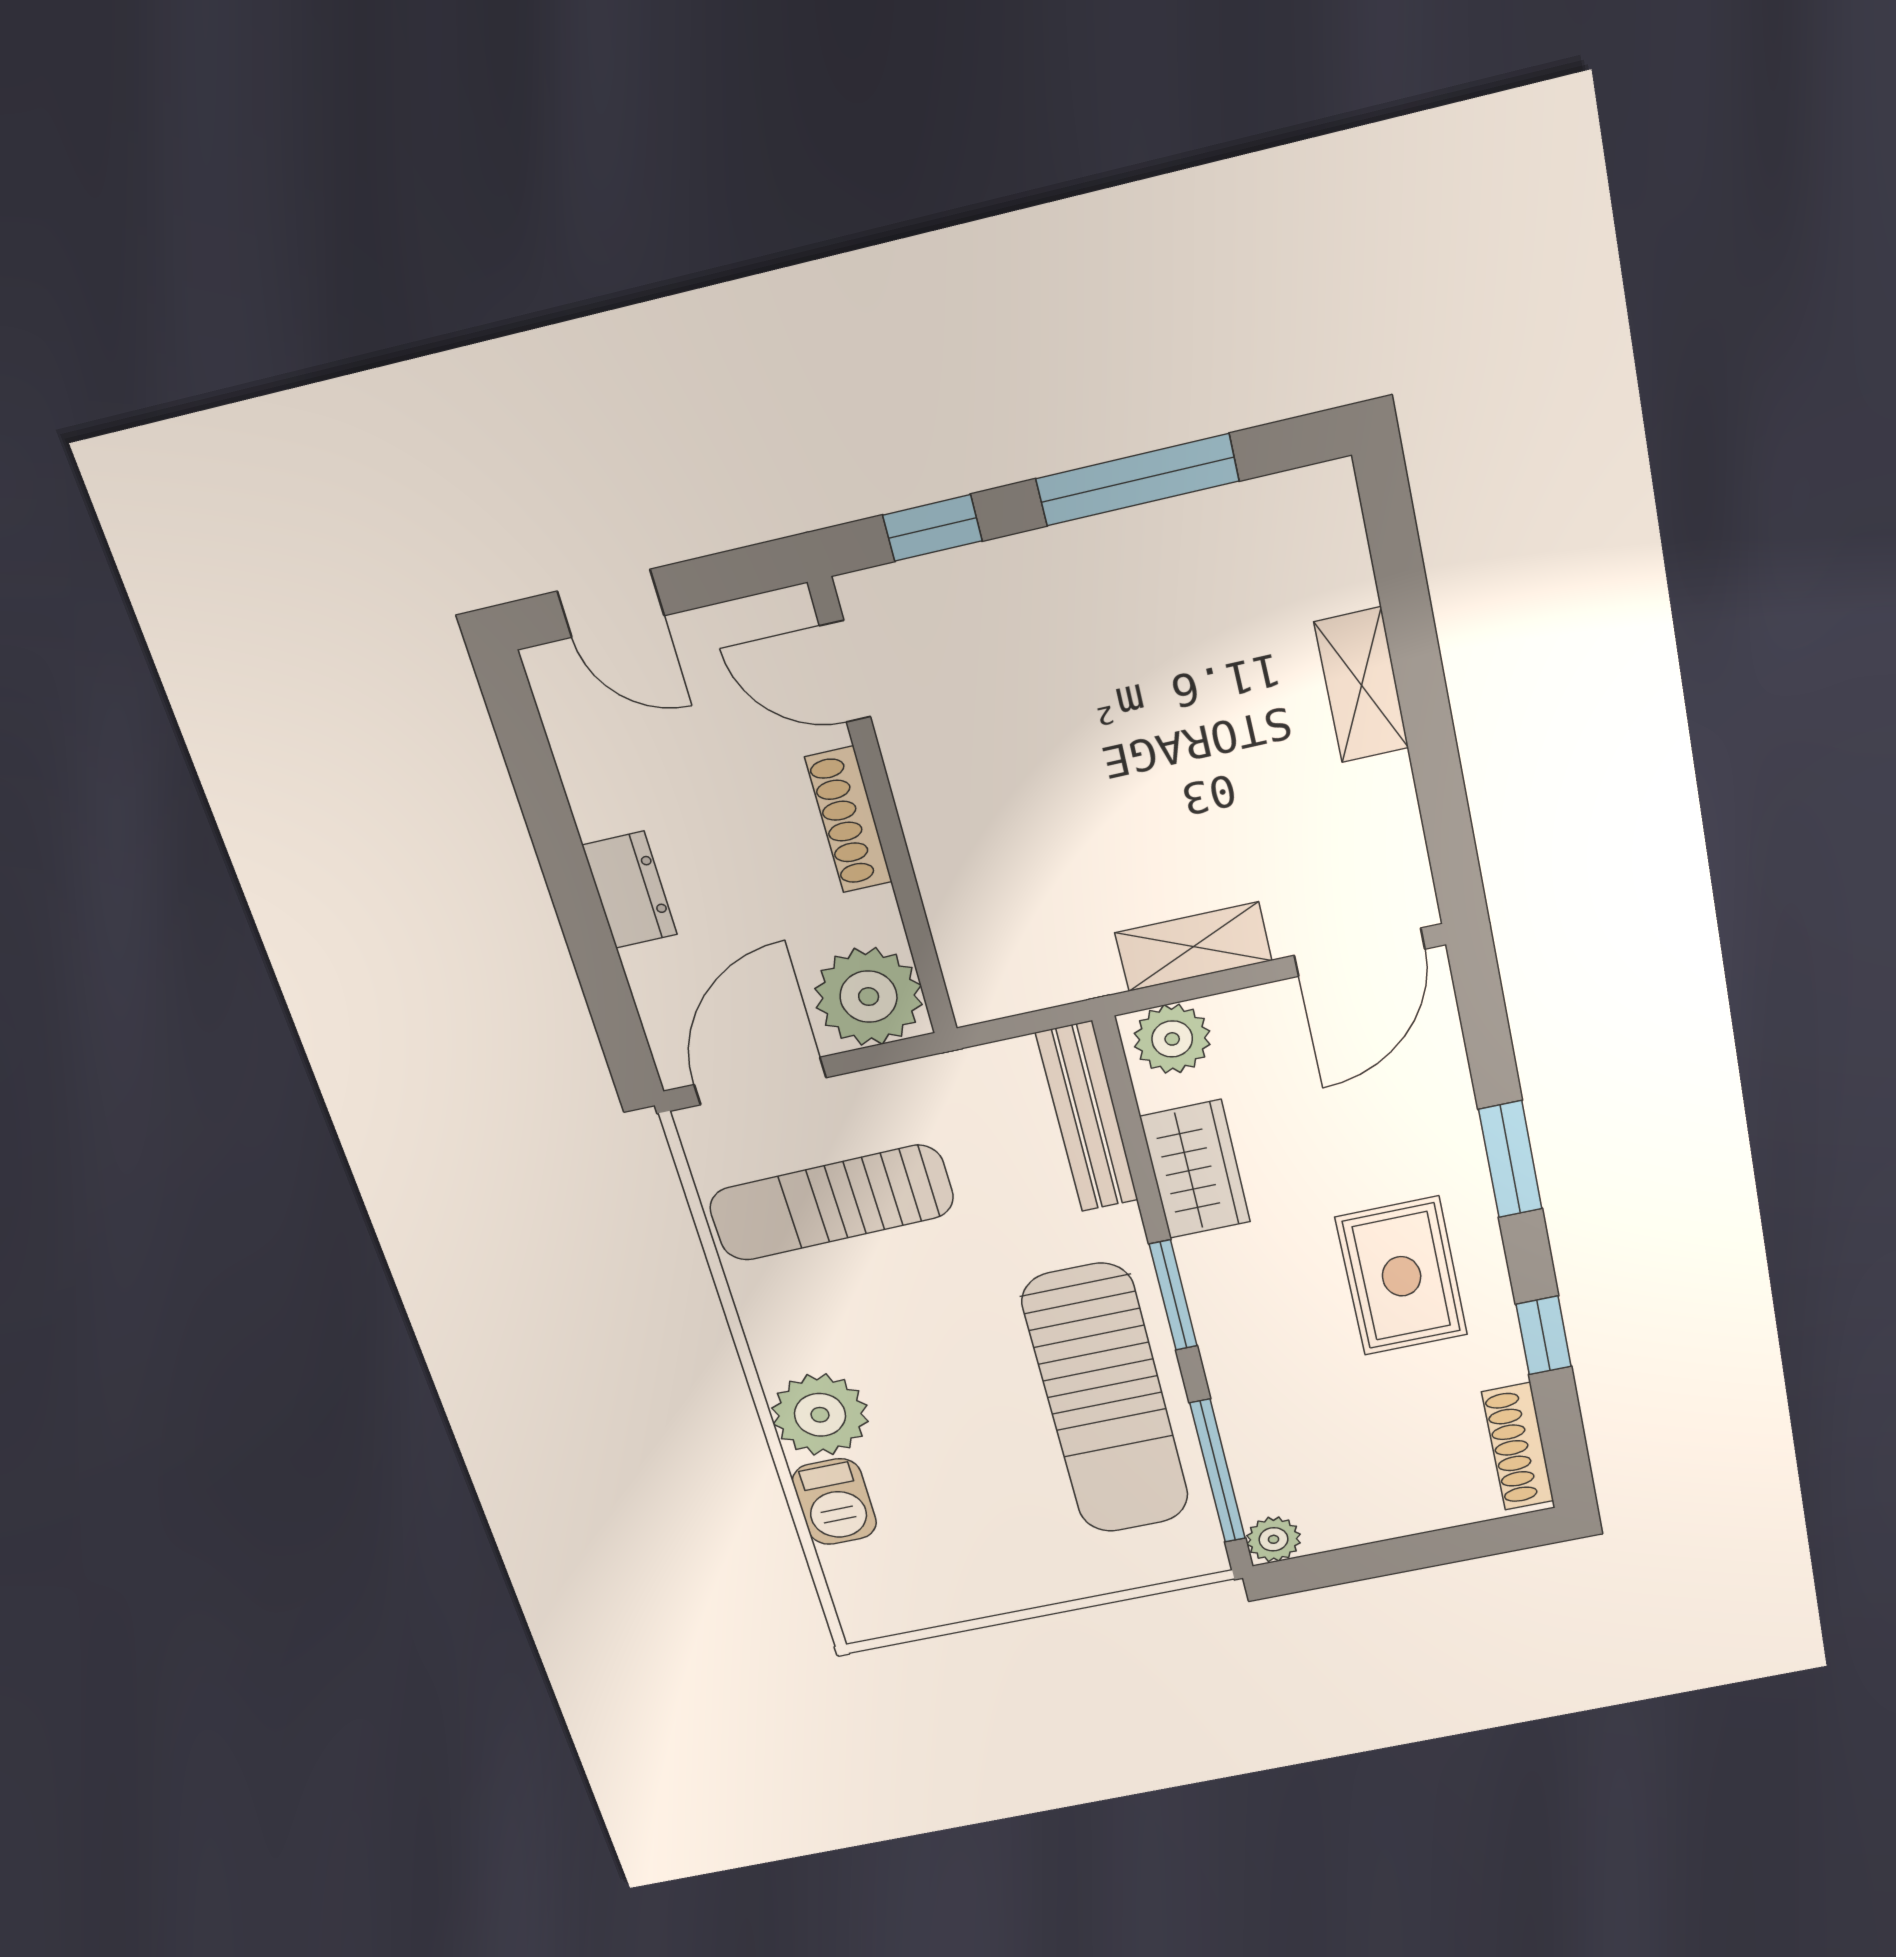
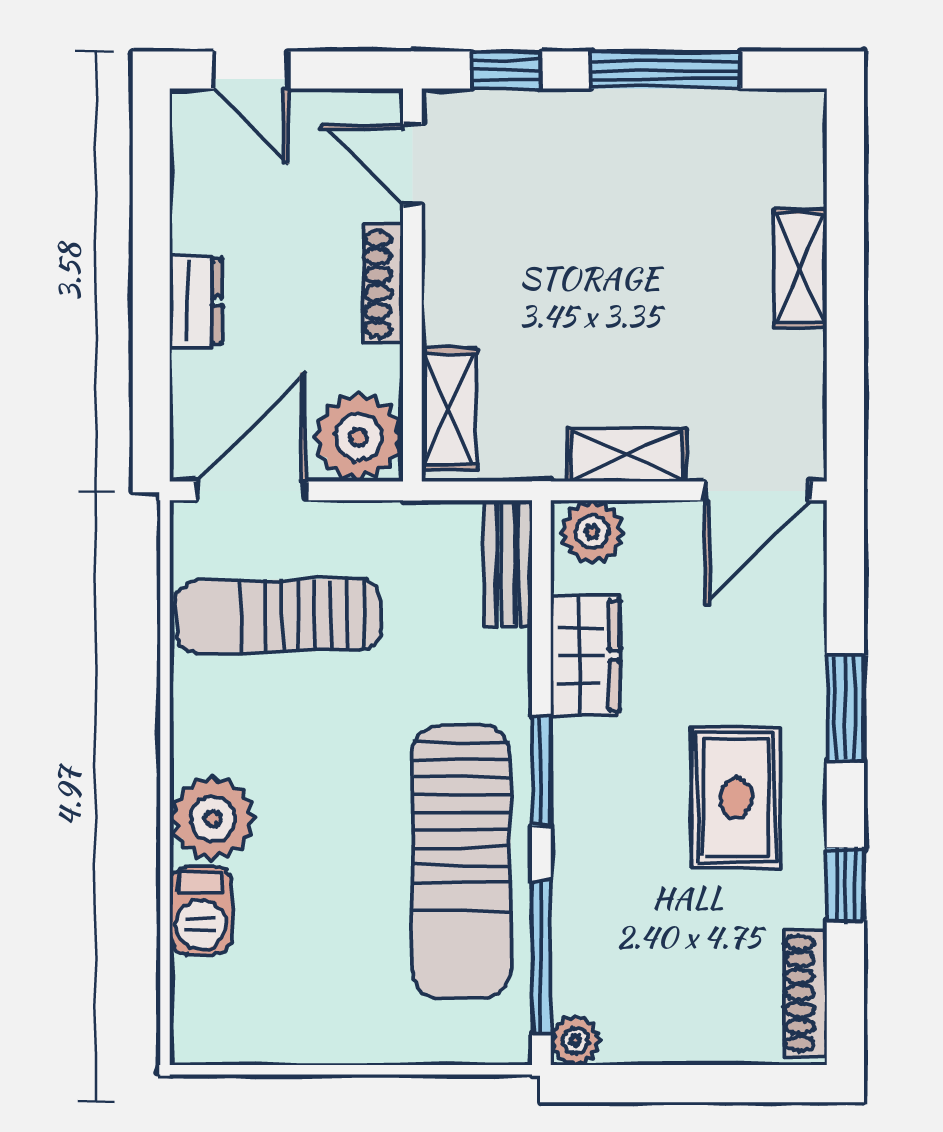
shelving: (967, 943) -> (449, 409), added
bench: (1087, 1117) -> (508, 563), width x0.73

